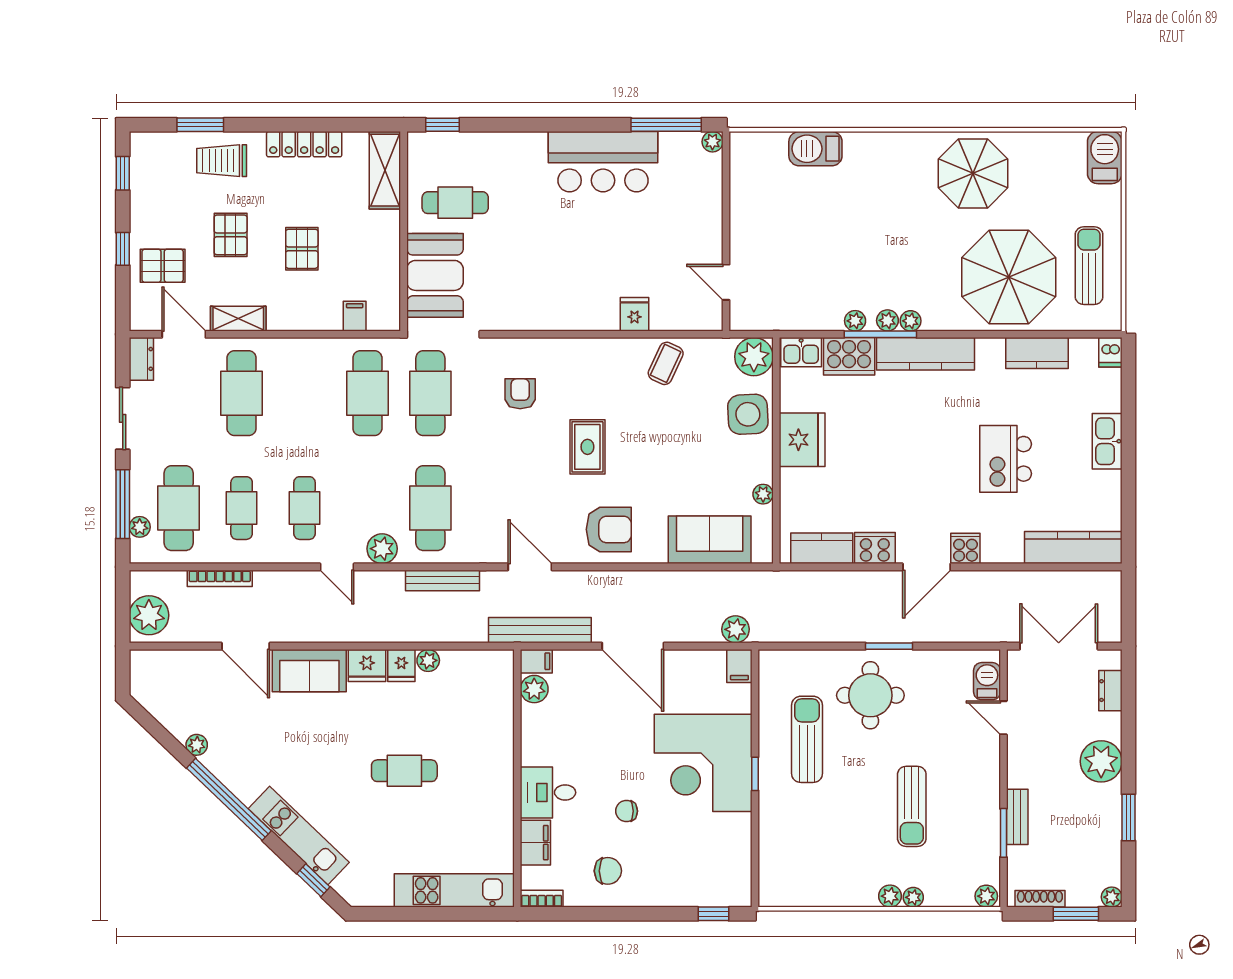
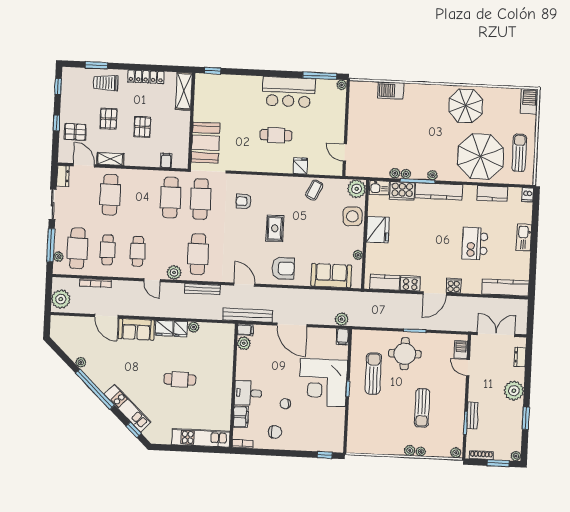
cafe table: (455, 203) -> (276, 135), moved
plant: (887, 320) -> (395, 173), moved
armchair: (520, 394) -> (244, 201), turned -90

